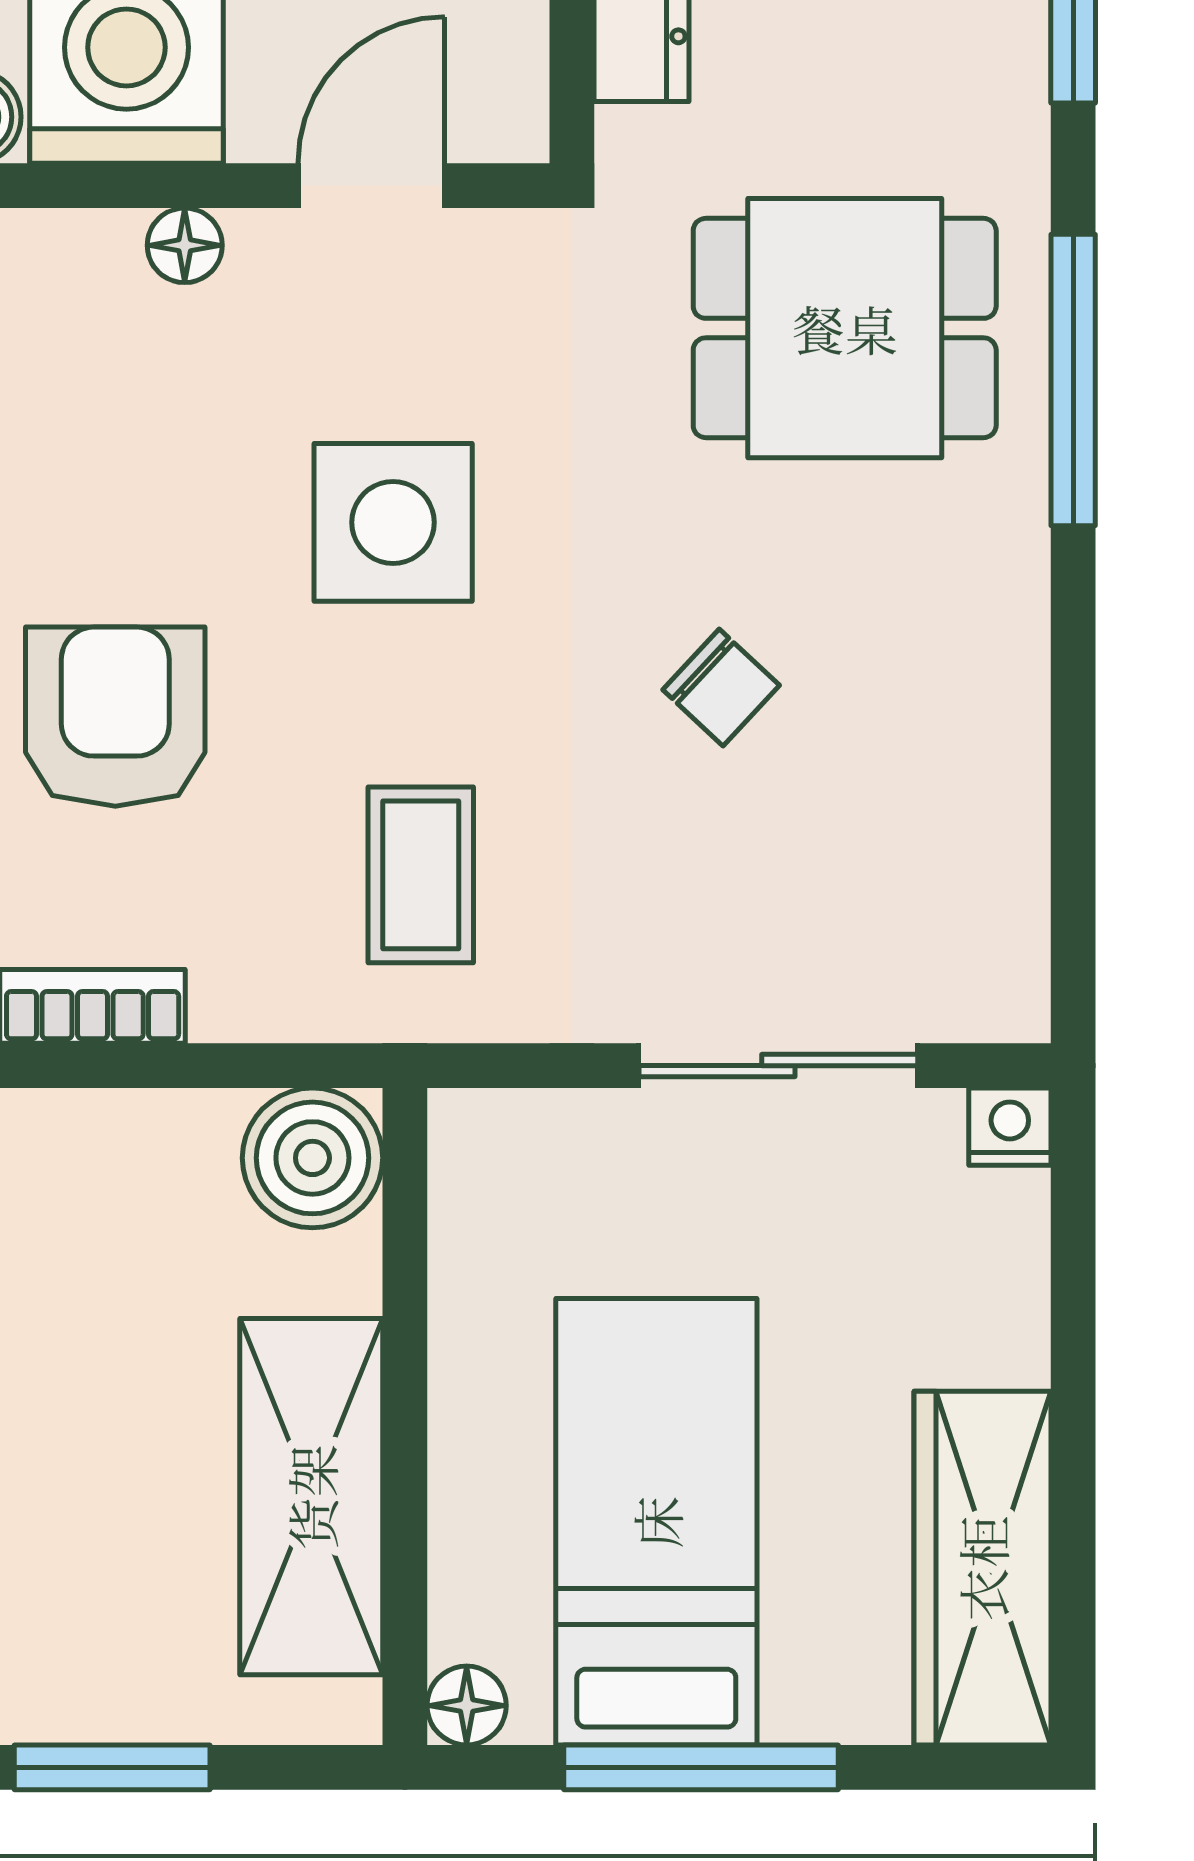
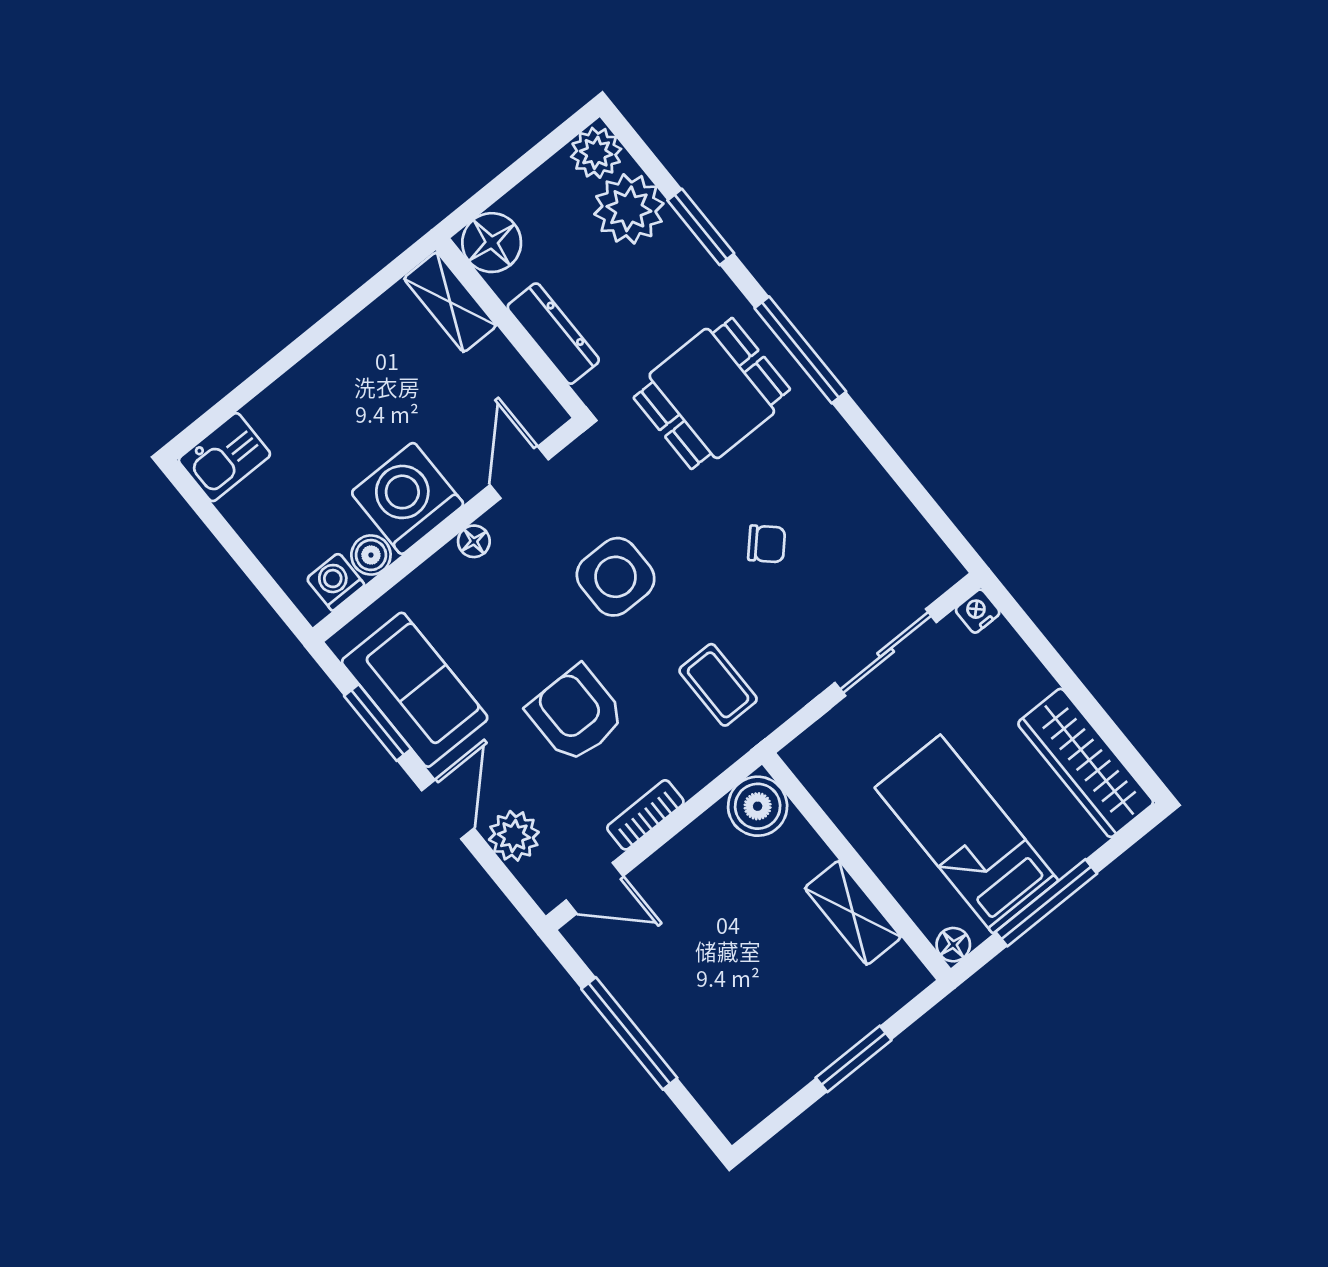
shelving: (311, 1497) -> (853, 913), width x0.67, depth x0.75

